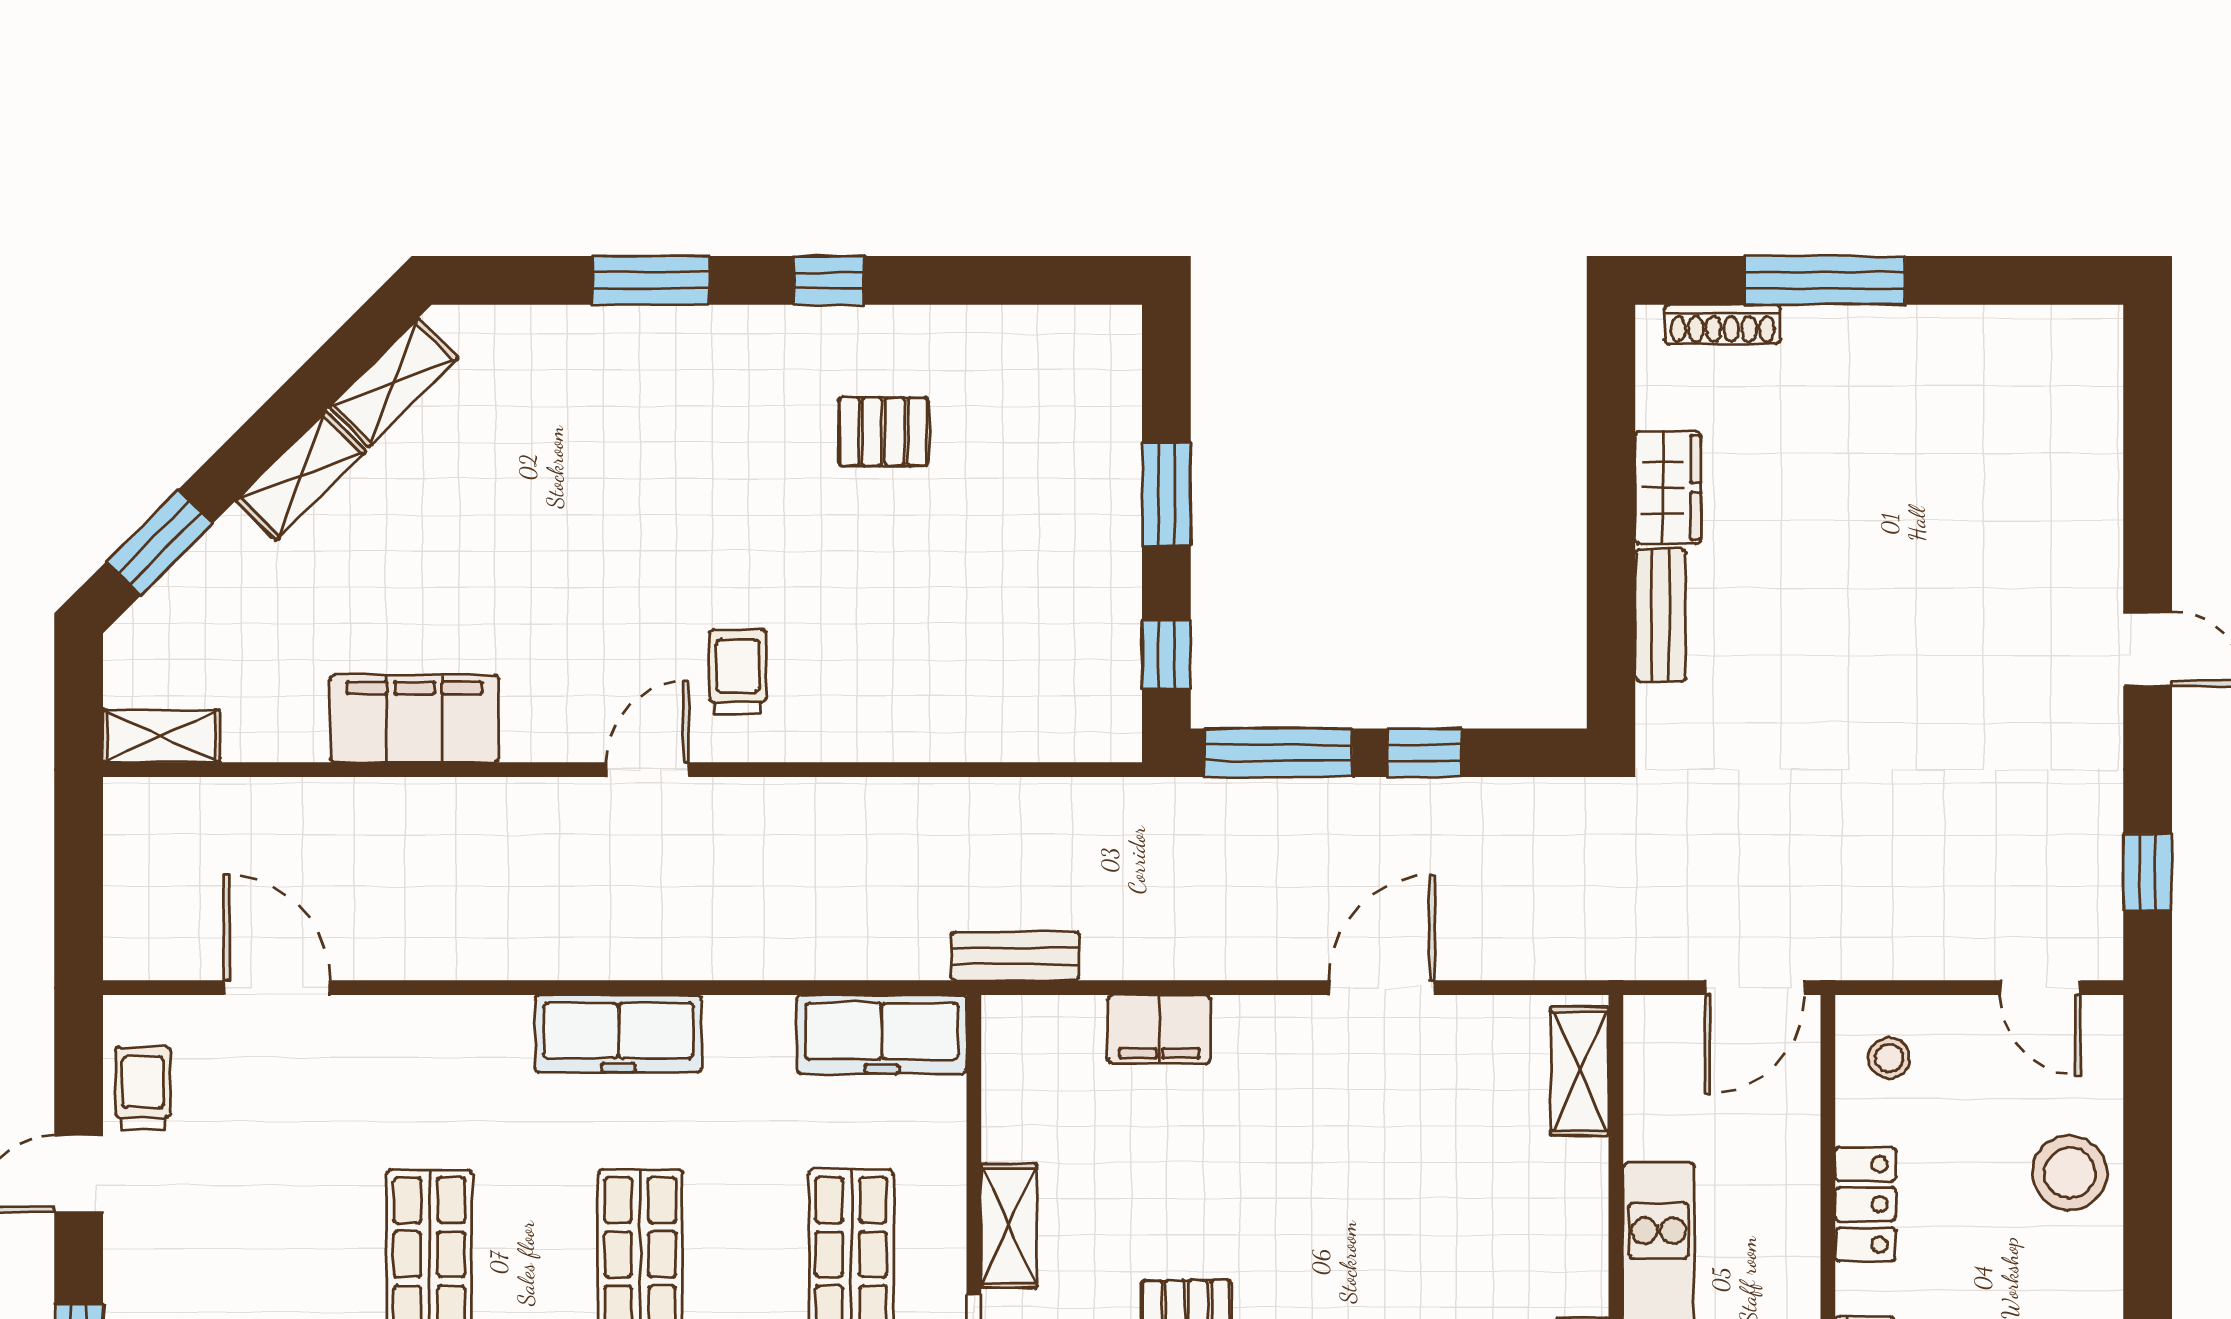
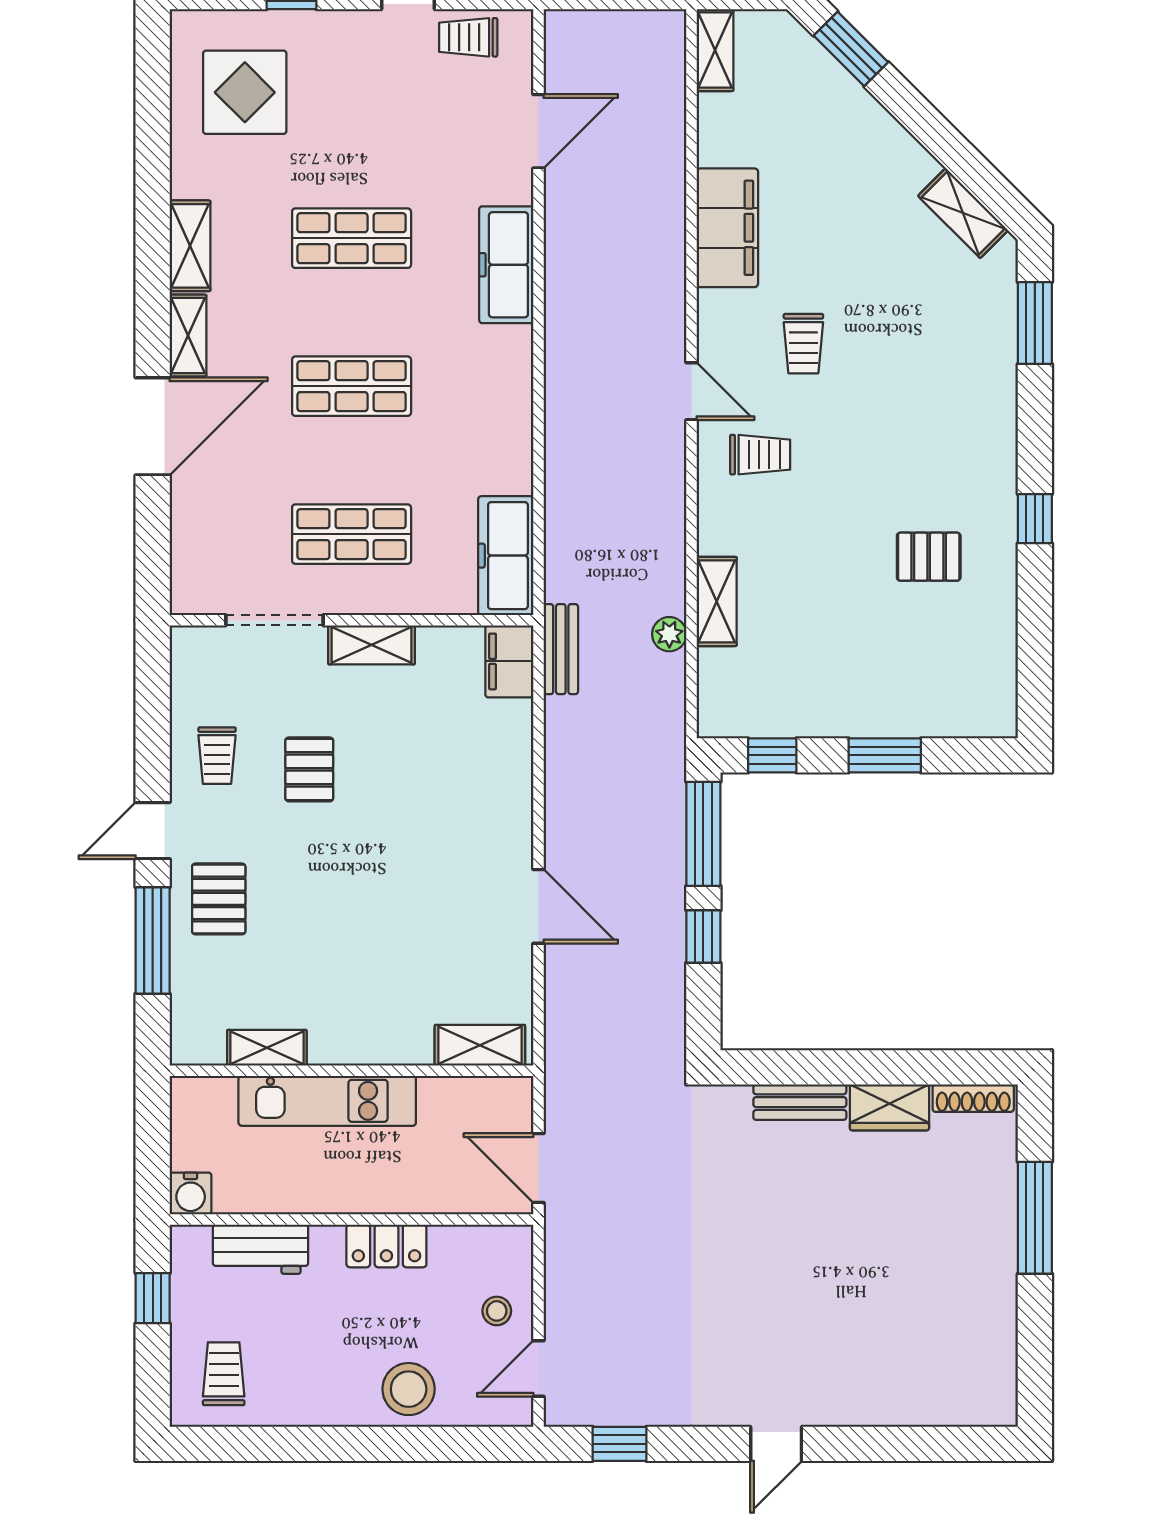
window: (651, 280) -> (1035, 323), moved
shoe rack: (1722, 324) -> (973, 1098), moved, turned -90
pallet: (883, 432) -> (929, 557), turned 90
shelving: (301, 476) -> (717, 601), moved, turned 45
trolley: (580, 610) -> (803, 344), added
plant: (994, 801) -> (669, 634), added
filing cabinet: (1159, 1029) -> (509, 661), moved
freezer: (618, 1034) -> (506, 265), moved
stool: (1889, 1058) -> (497, 1311), moved
trolley: (143, 1088) -> (468, 37), turned 180

